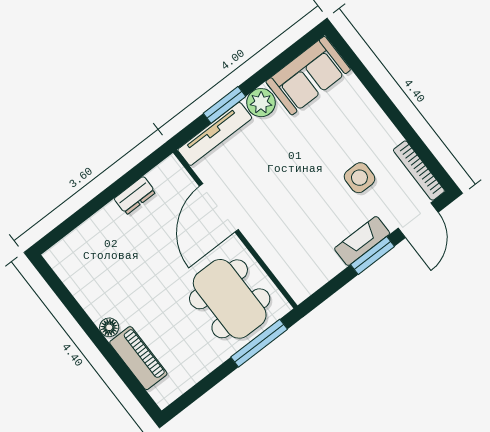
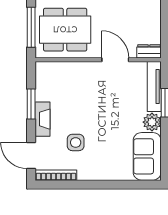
dresser: (135, 196) -> (149, 51), moved, turned 90
door: (219, 208) -> (115, 60), width x0.73
window: (373, 255) -> (31, 104), moved

